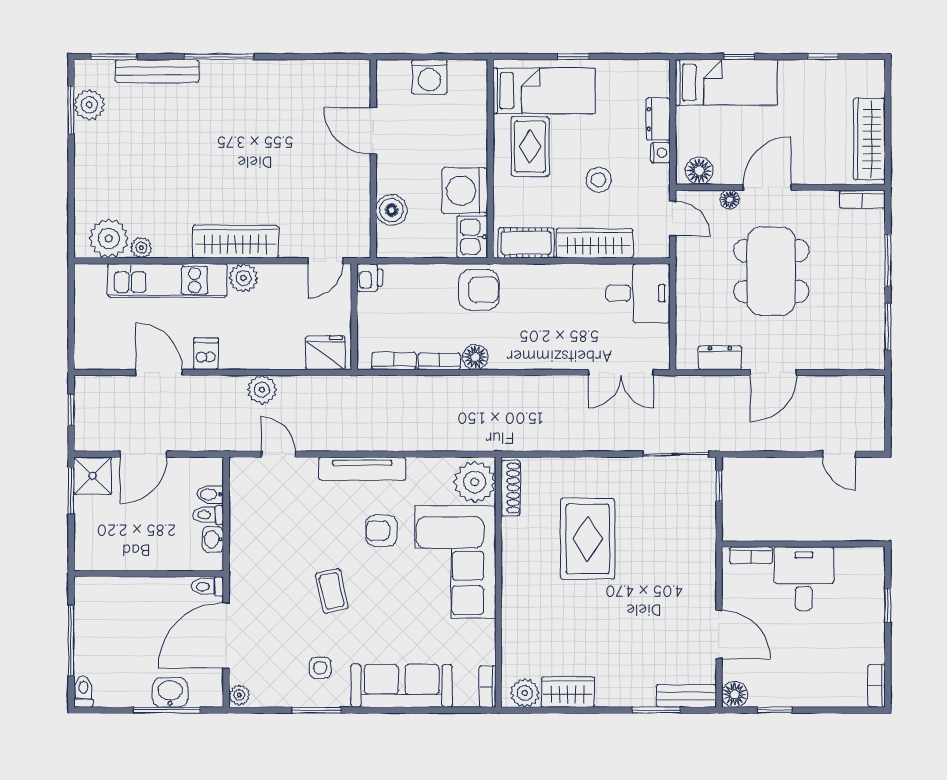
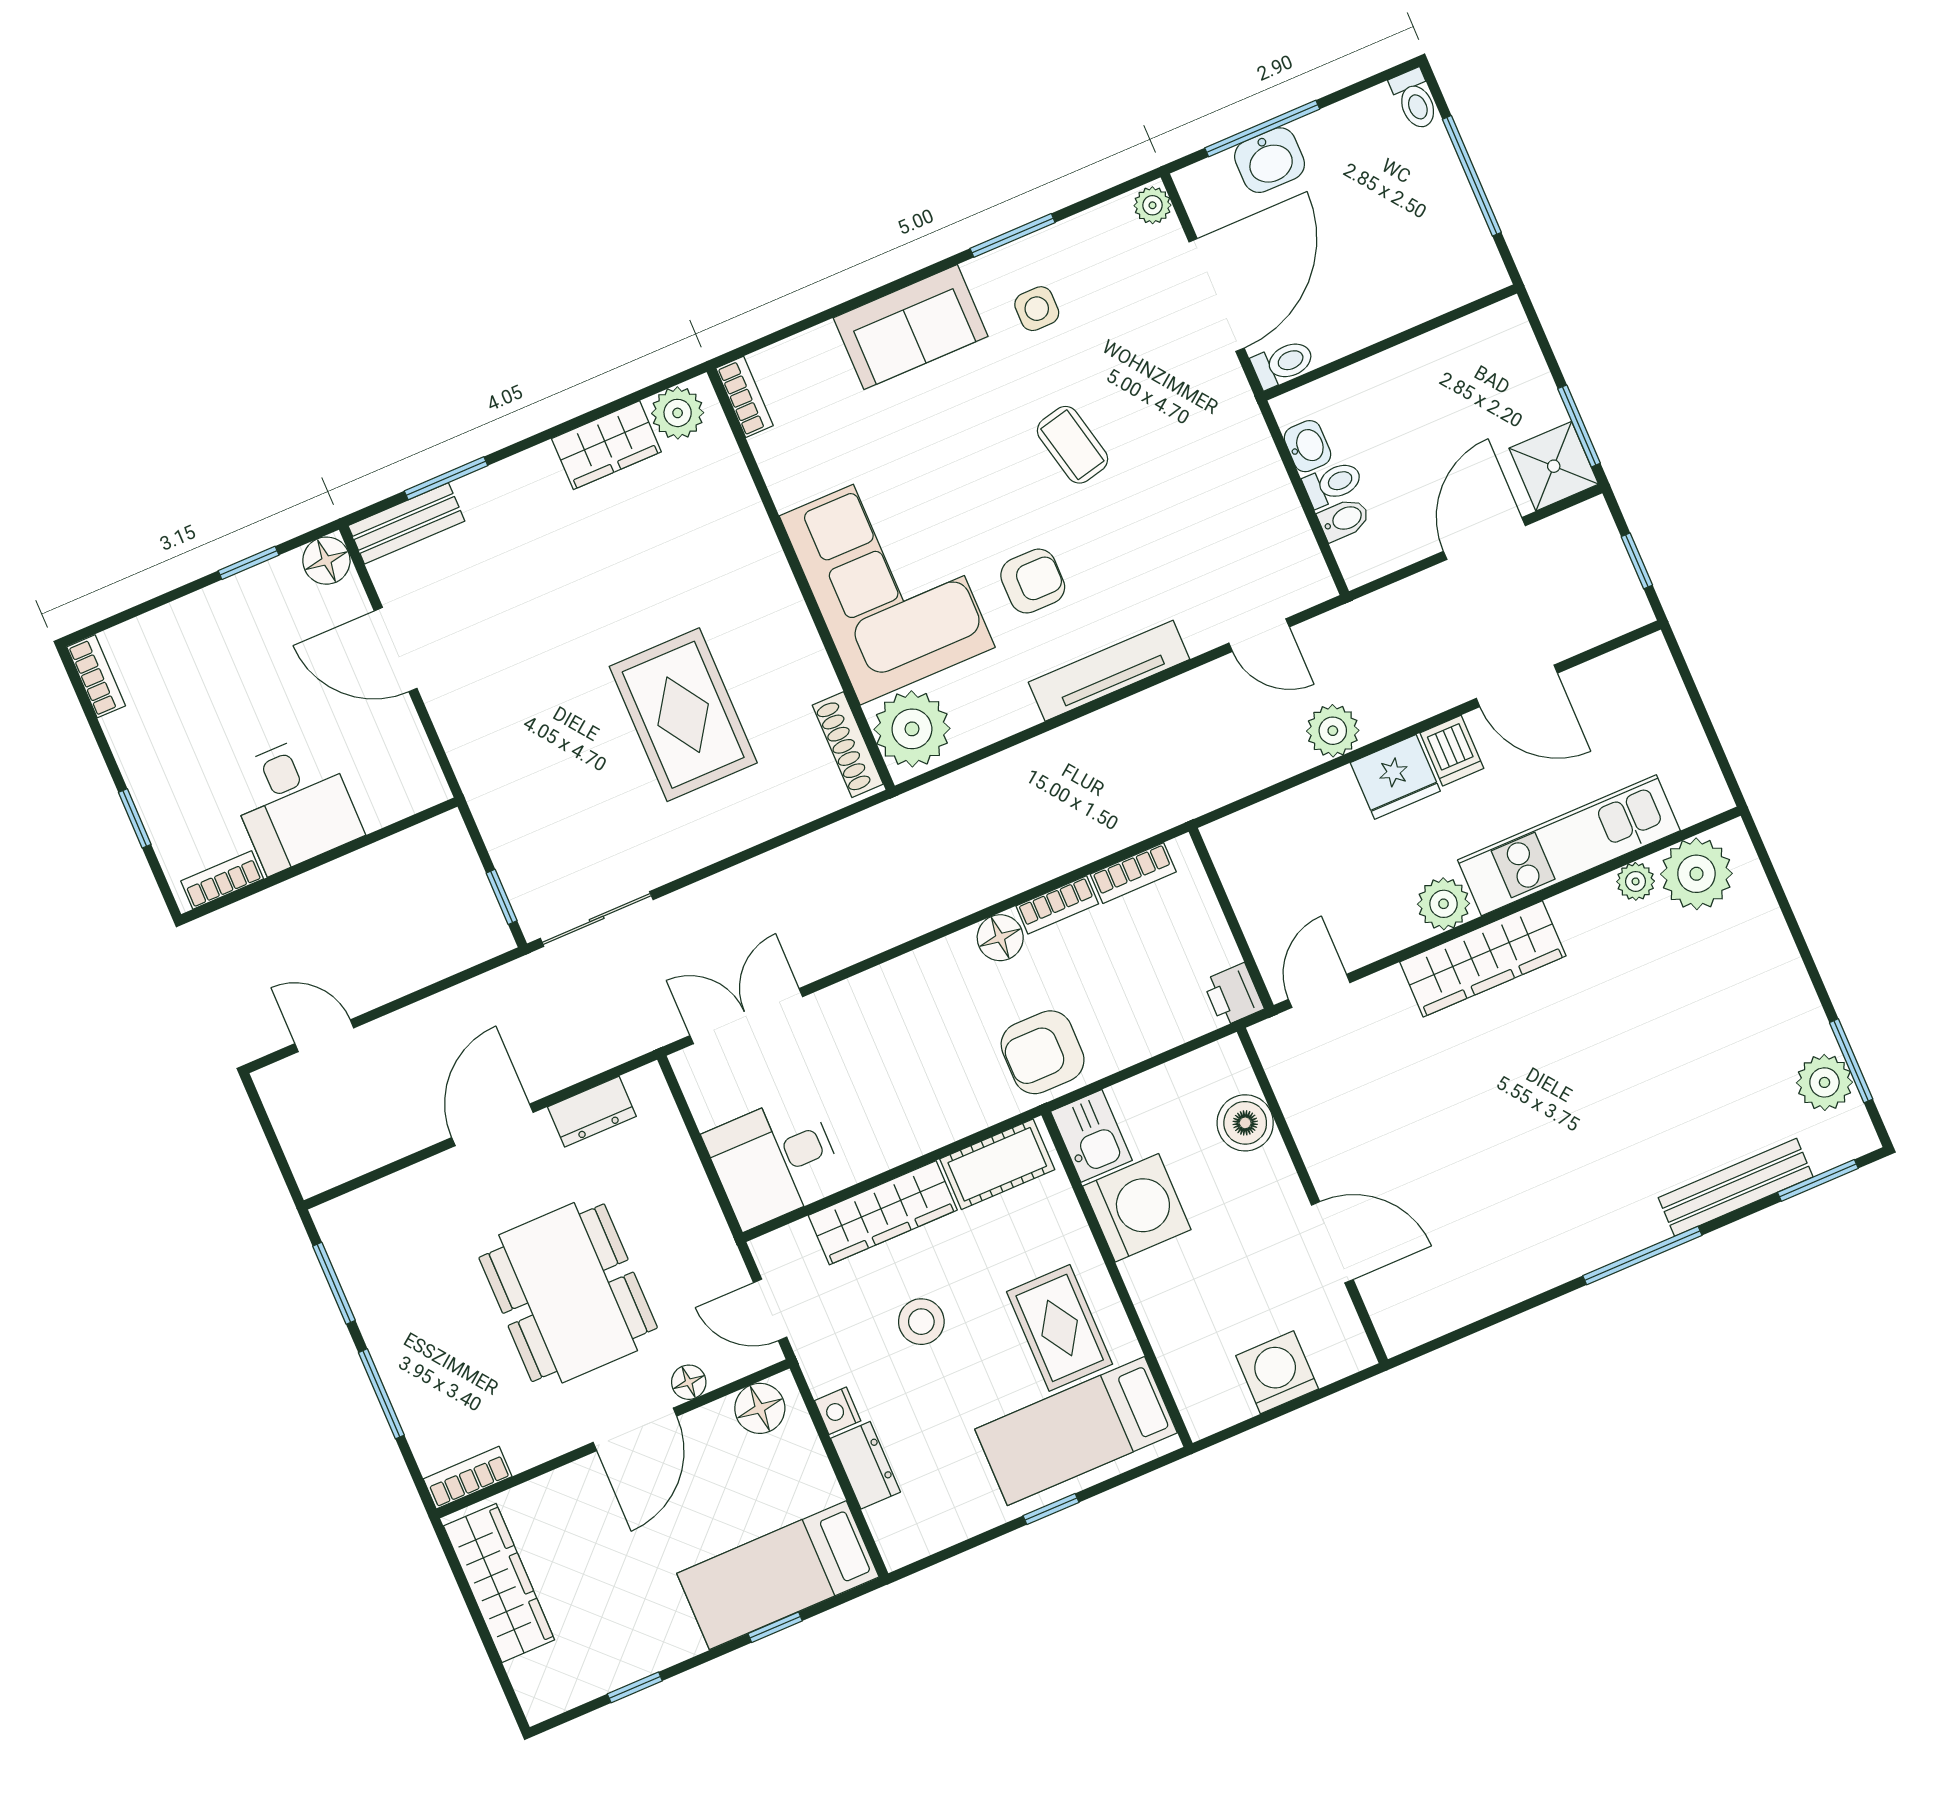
fridge: (326, 353) -> (1395, 777), moved
bookcase: (751, 555) -> (222, 880), moved
sofa: (402, 686) -> (911, 327), width x0.73

